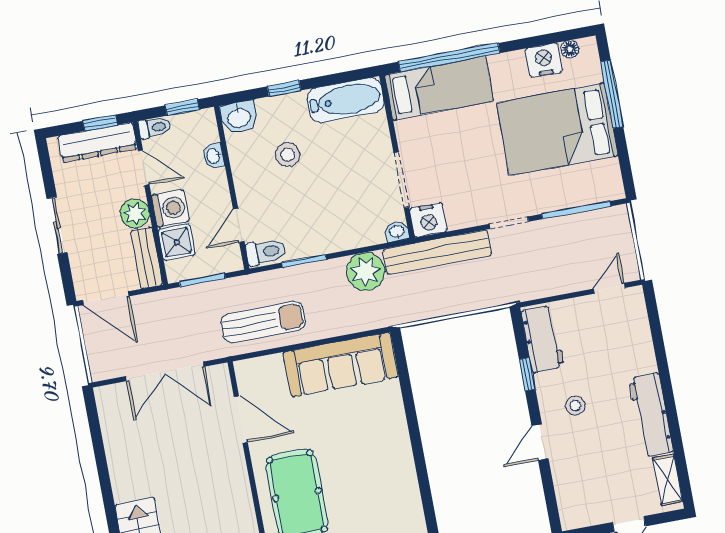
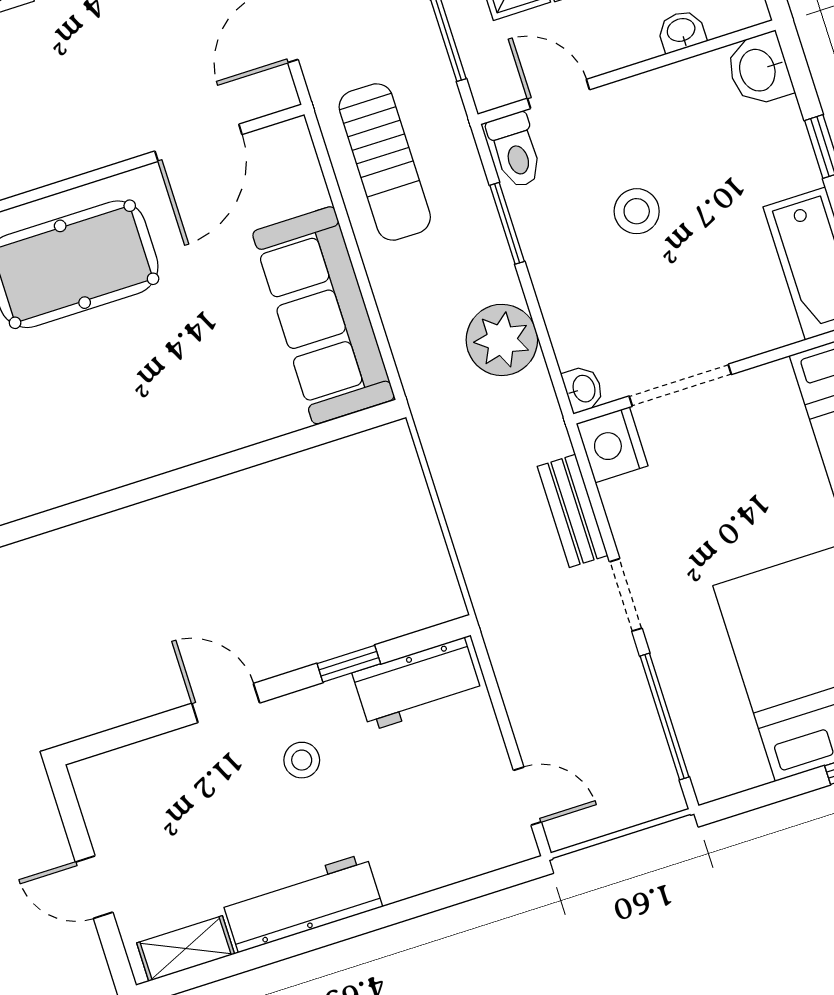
stool: (288, 155) -> (637, 211), moved
bench: (437, 252) -> (573, 511), width x0.54, depth x0.82

